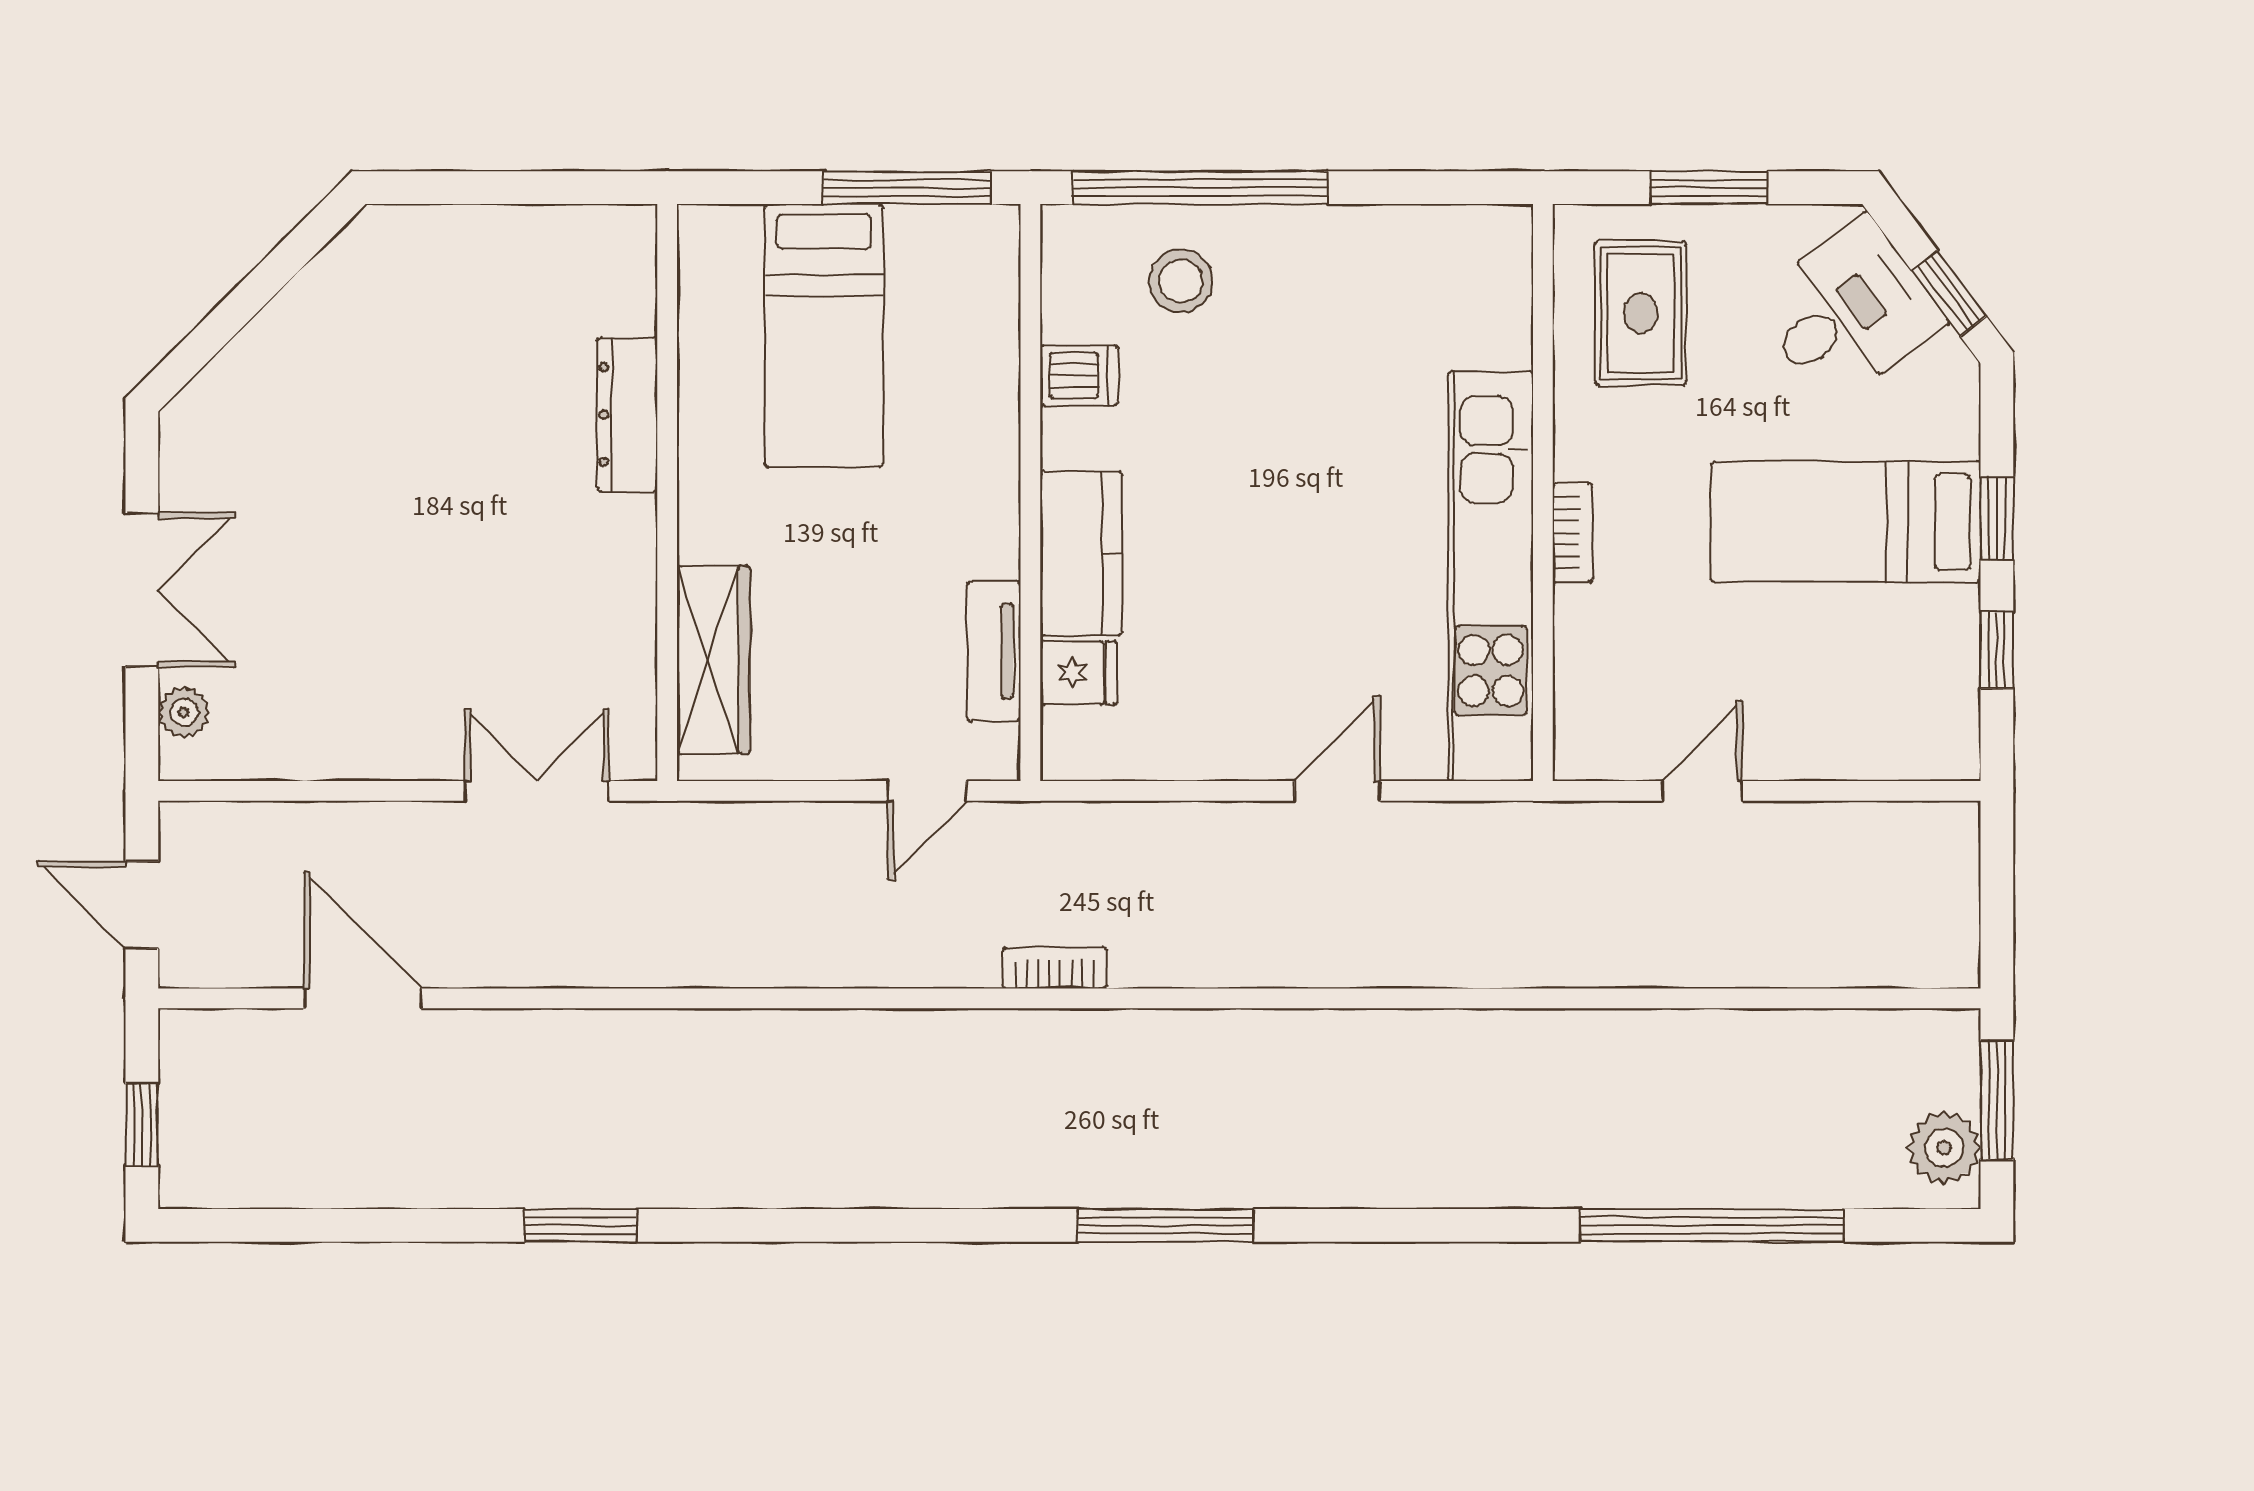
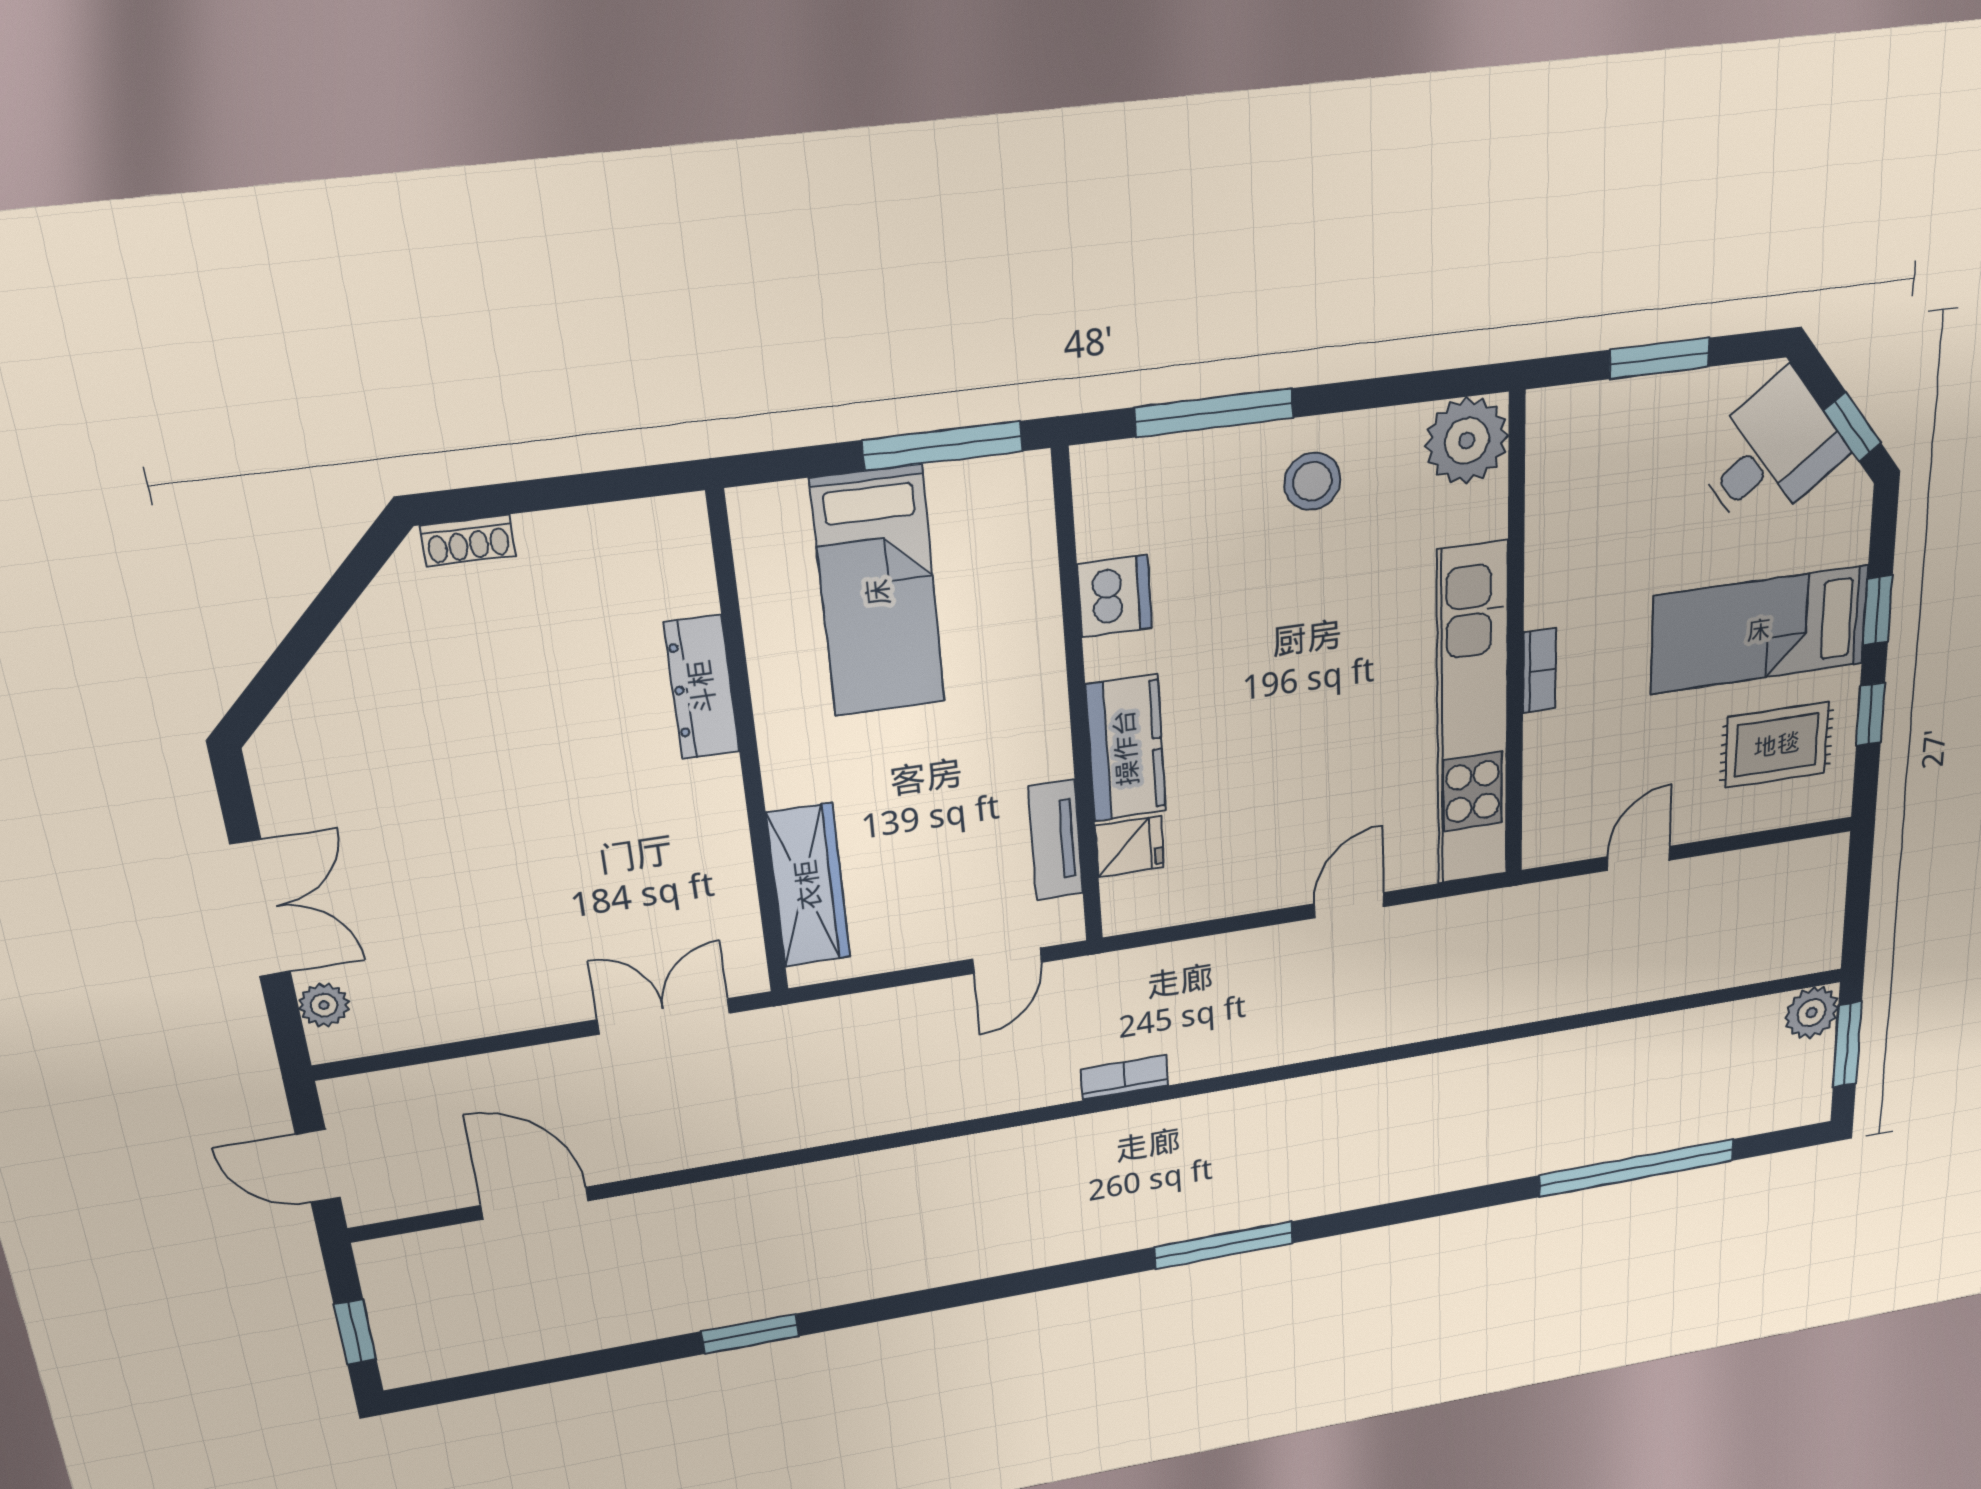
window: (1200, 188) -> (1214, 413), width x0.68
shoe rack: (416, 225) -> (468, 541), added
plant: (1484, 253) -> (1467, 441), added
stool: (1181, 281) -> (1312, 481), moved
rug: (1641, 313) -> (1777, 745), moved, turned 90
dishwasher: (1079, 375) -> (1115, 596), width x1.38
plant: (1944, 1148) -> (1812, 1013), moved

